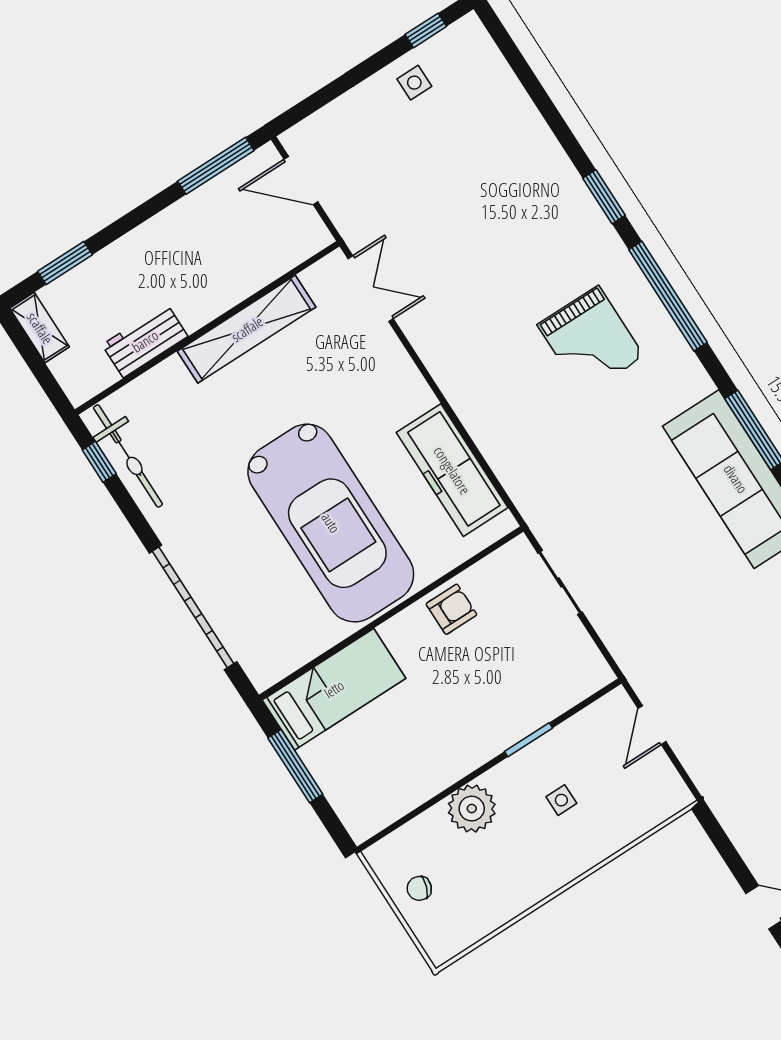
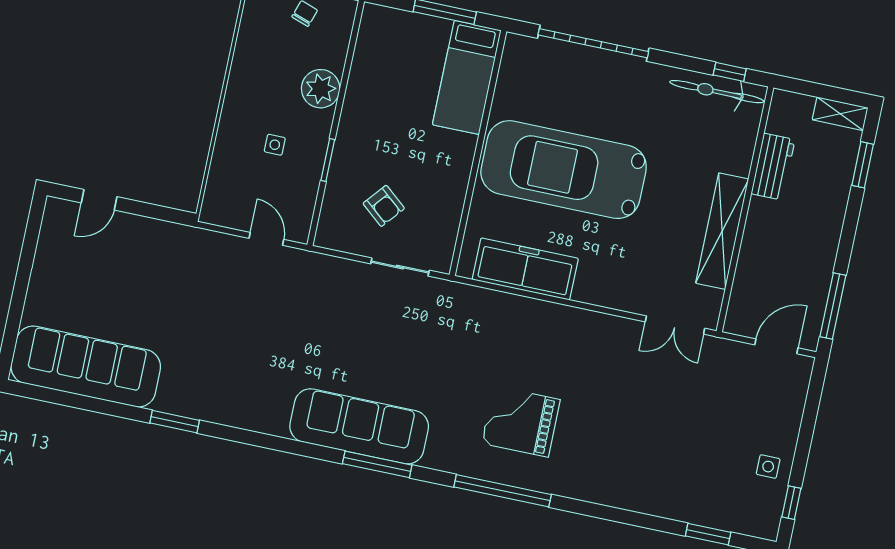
window: (604, 197) -> (708, 534), moved
armchair: (451, 609) -> (384, 206), moved, turned -50

